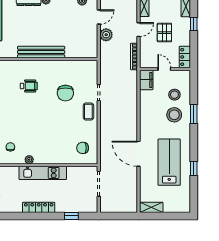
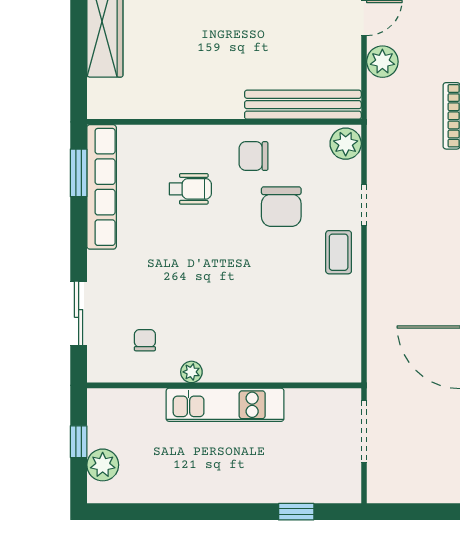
bench: (41, 52) -> (303, 105), moved
plant: (91, 68) -> (346, 144), added
chair: (83, 148) -> (253, 156), moved
locker: (39, 207) -> (215, 490), removed

